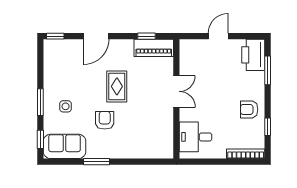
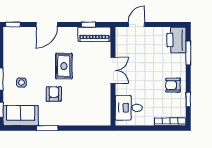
door: (218, 36) -> (136, 24), moved

